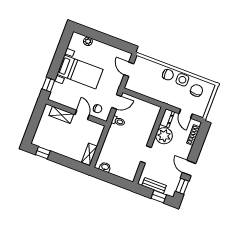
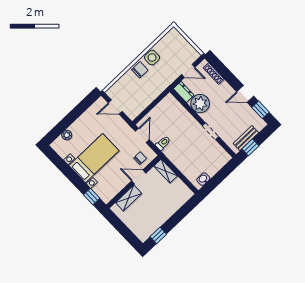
chair: (197, 91) -> (170, 48), removed
shelving: (89, 154) -> (166, 171), moved
window: (159, 197) -> (250, 147), moved

